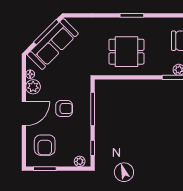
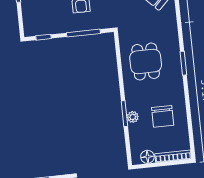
plant: (80, 161) -> (28, 25), removed

